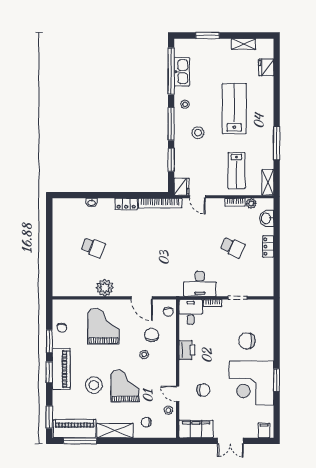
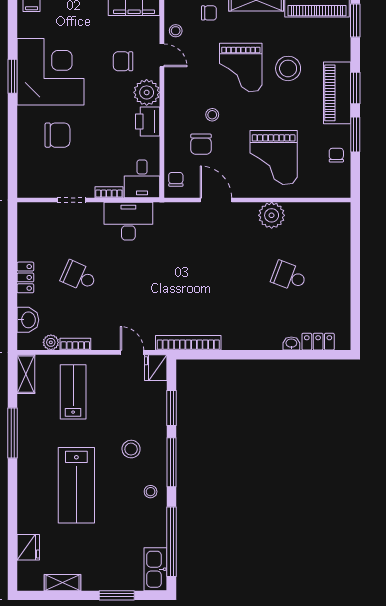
kitchen sink: (182, 72) -> (156, 569), moved
locker: (126, 204) -> (318, 342), moved
plant: (188, 369) -> (147, 92), added

